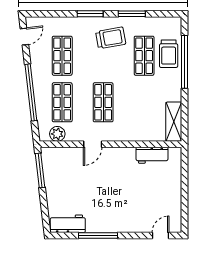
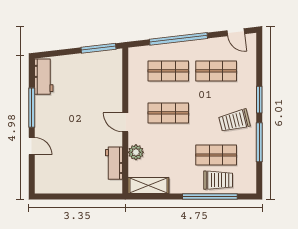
window: (132, 14) -> (259, 142), width x1.44
trolley: (111, 38) -> (234, 121), turned 86
trolley: (169, 54) -> (218, 180), turned 180
plant: (57, 134) -> (136, 152), moved
door: (93, 144) -> (125, 122), moved
door: (161, 236) -> (32, 146), moved

